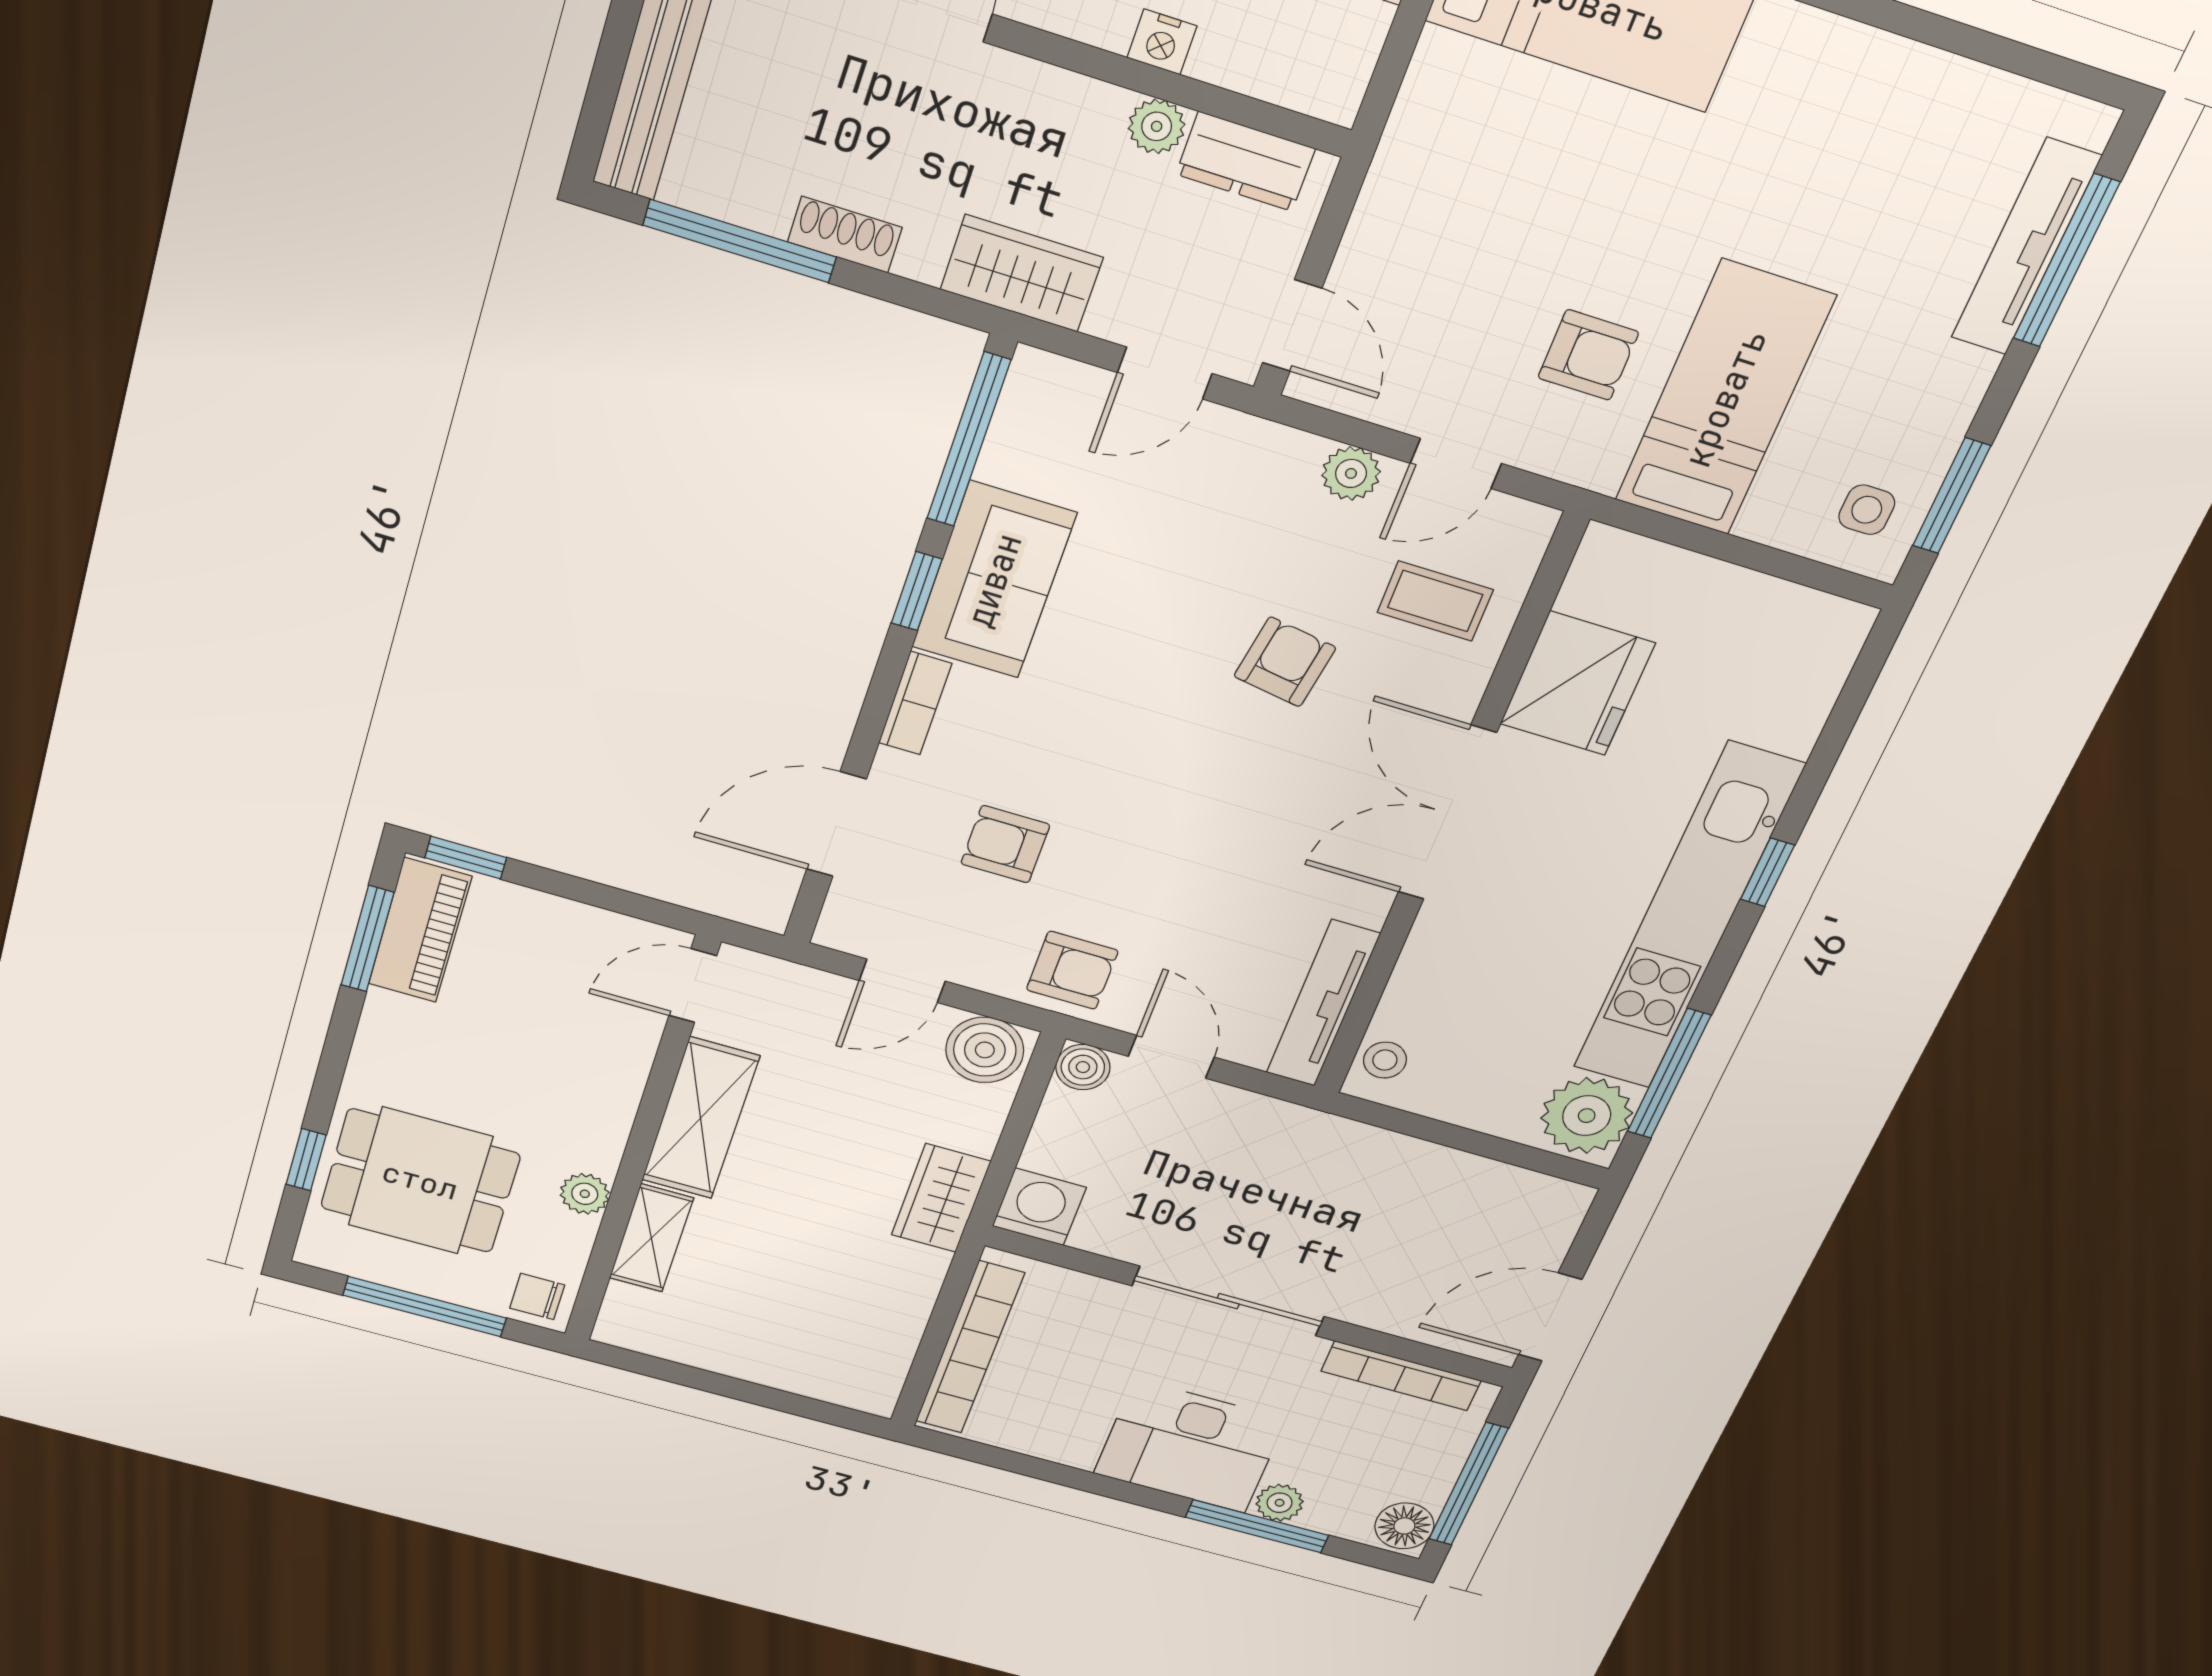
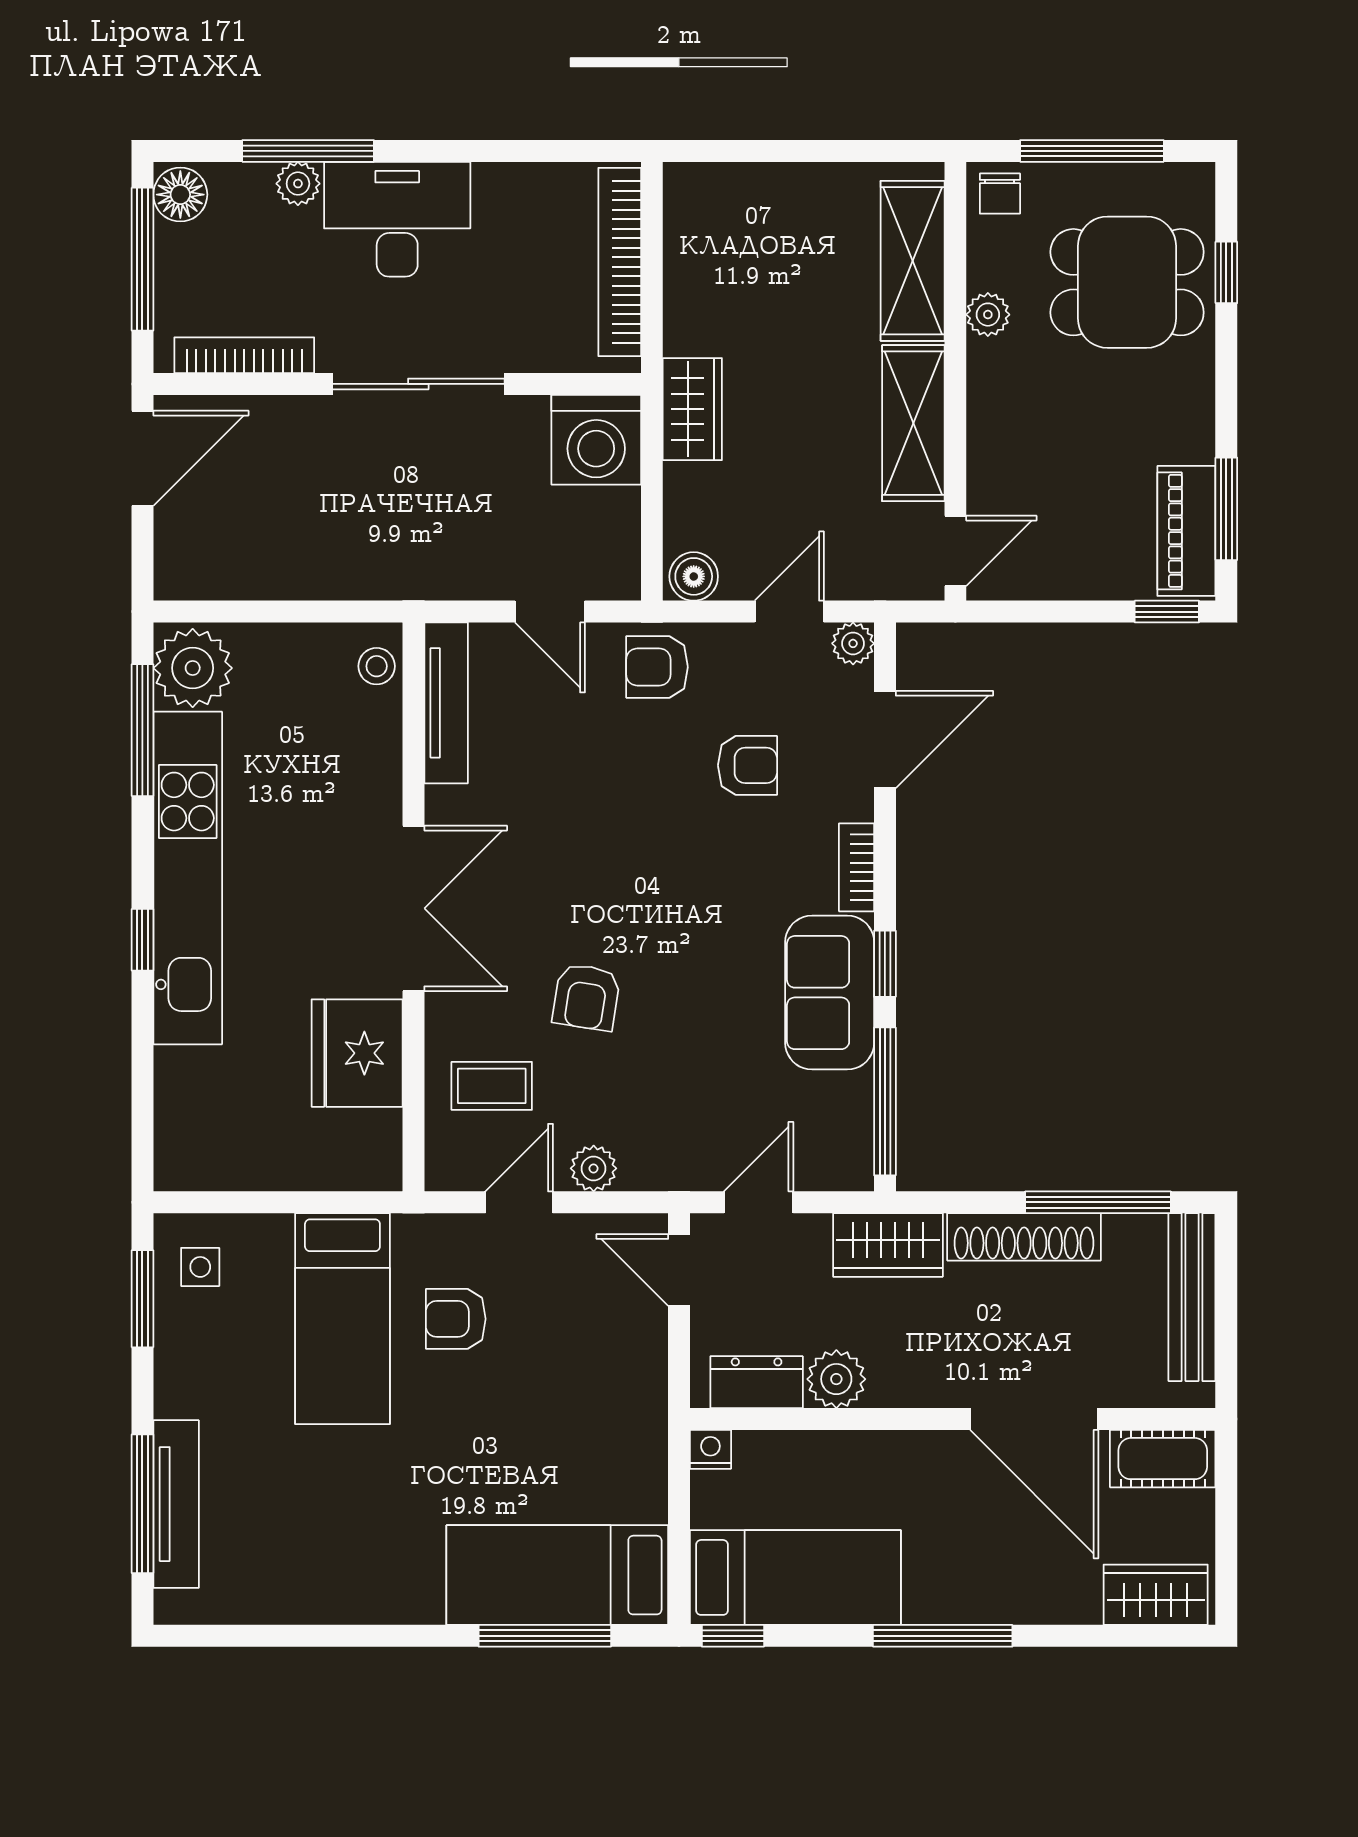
nightstand: (1162, 42) -> (710, 1449), moved
plant: (1157, 126) -> (836, 1379), width x1.38, depth x1.38
shoe rack: (845, 235) -> (1024, 1237), width x1.94, depth x1.24
plant: (840, 929) -> (853, 643), added
boiler: (985, 1050) -> (694, 576), width x0.73, depth x0.73
boiler: (1083, 1067) -> (618, 578), removed
washing machine: (1039, 1207) -> (596, 440), width x1.37, depth x1.37
shelving: (651, 1238) -> (913, 261), width x1.50, depth x1.33
chair: (537, 1297) -> (1000, 194), turned 90

